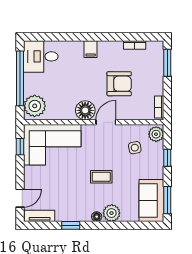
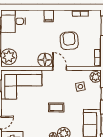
armchair: (119, 84) -> (69, 41), turned -95
door: (106, 122) -> (60, 68), hinge flipped

